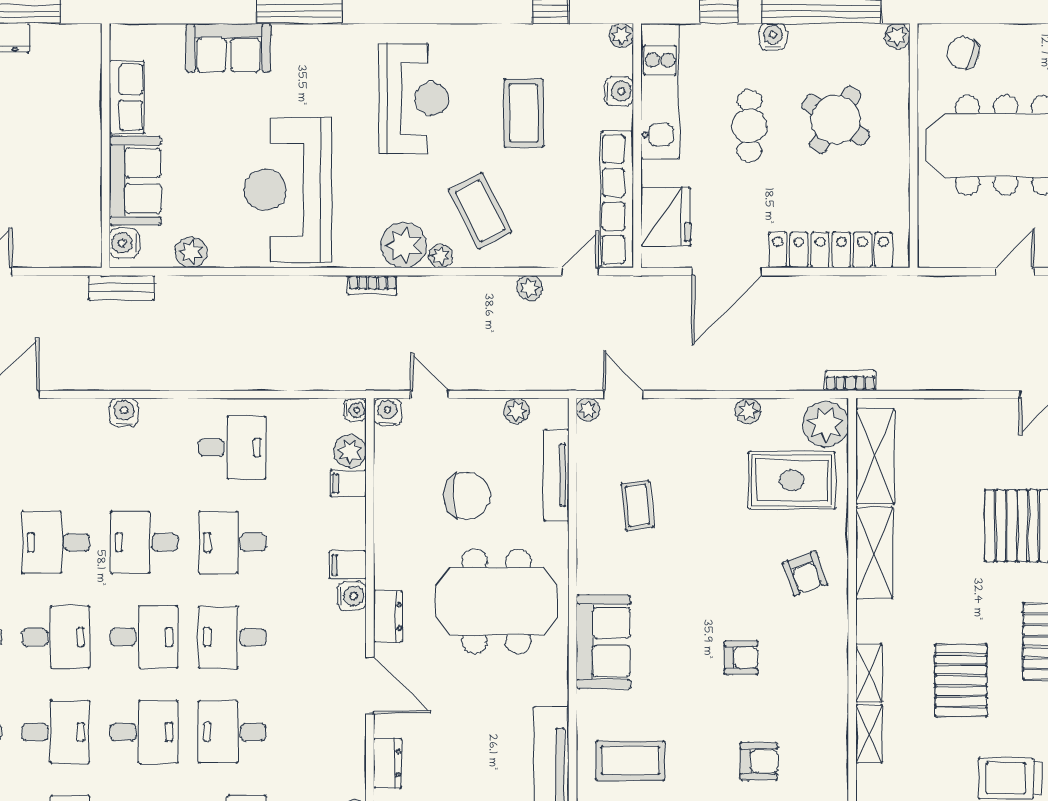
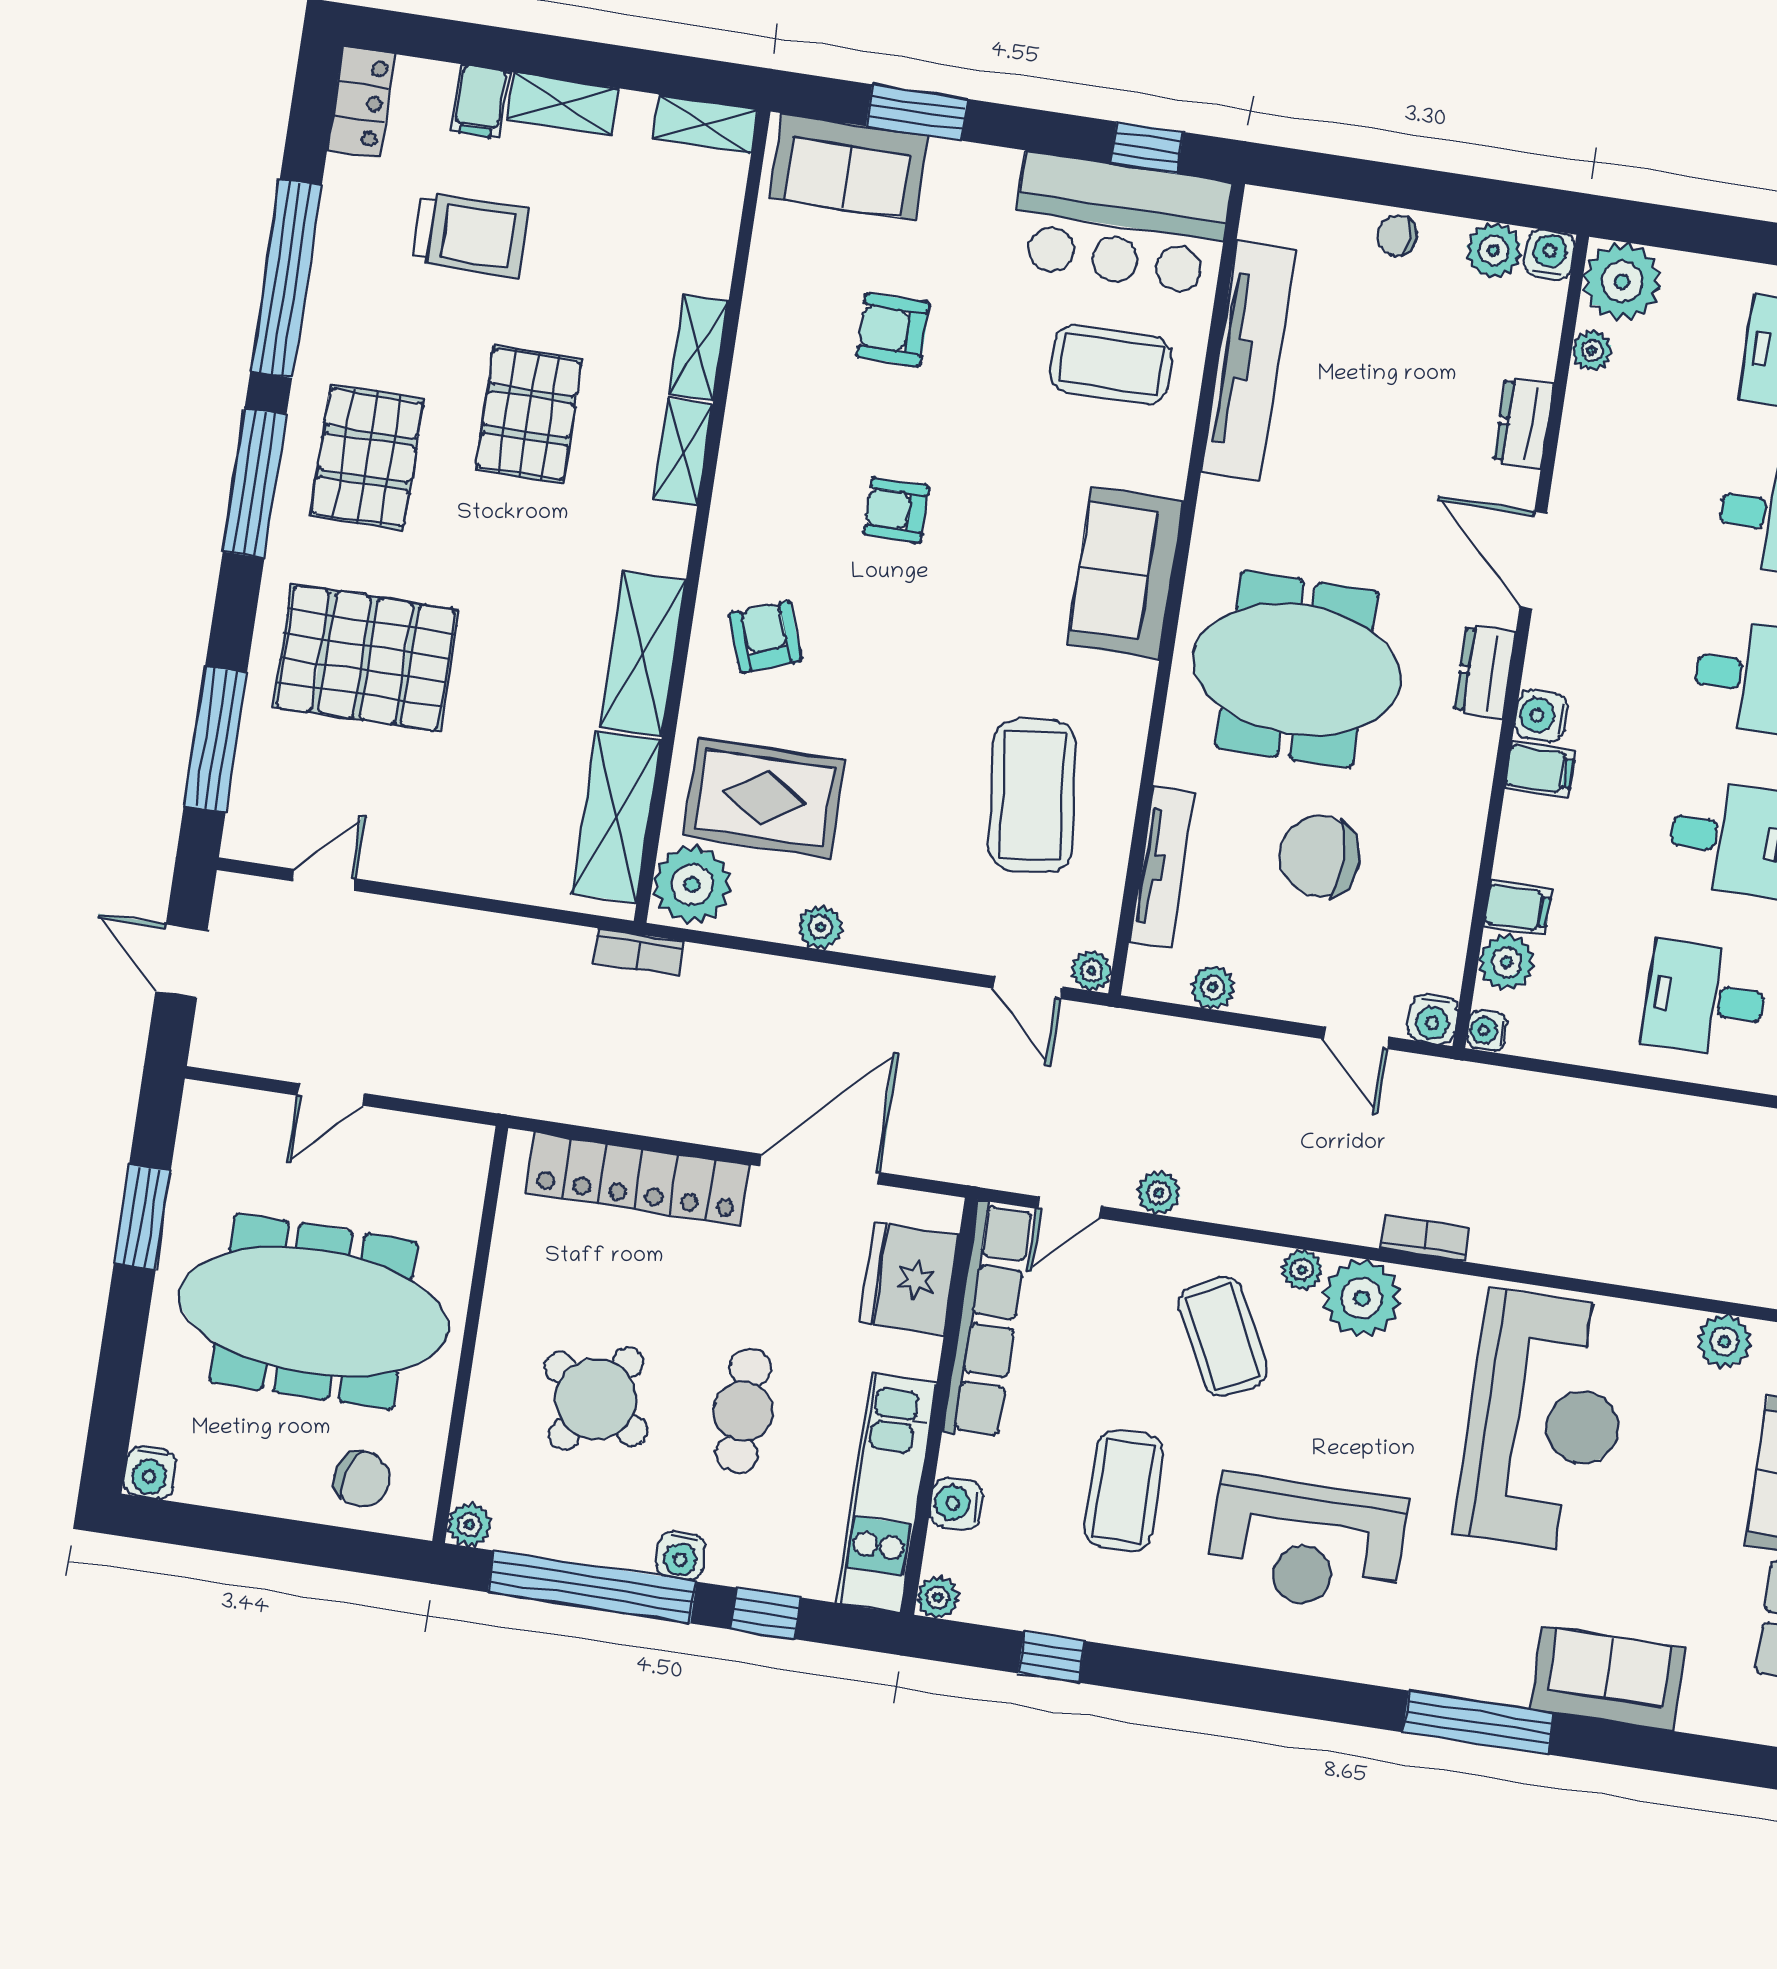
reception desk: (414, 99) -> (1307, 1544), turned -90
coffee table: (637, 505) -> (1033, 796), width x1.86, depth x1.72

